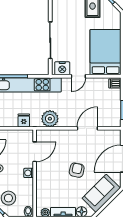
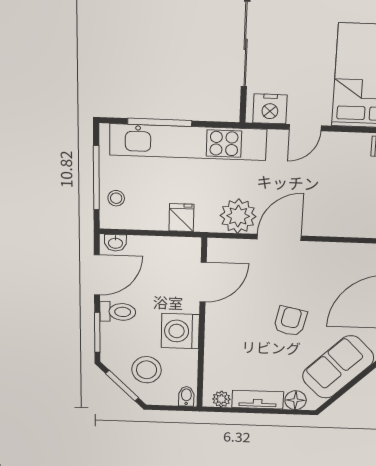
door: (87, 128) -> (279, 237), moved
washing machine: (29, 173) -> (180, 331), width x1.89, depth x1.89

